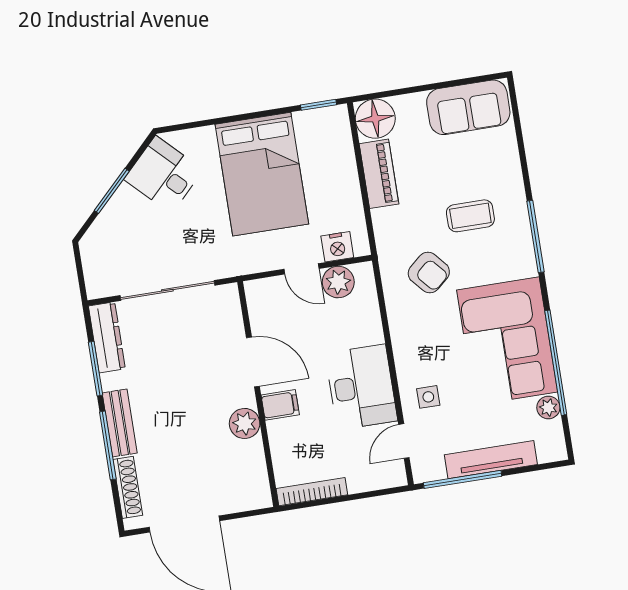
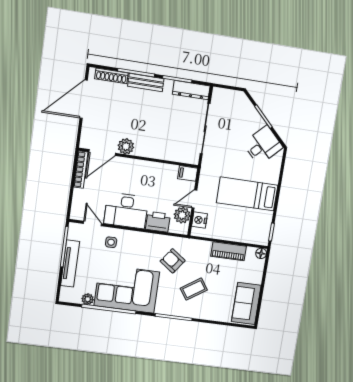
floor lamp: (375, 119) -> (261, 253), width x0.53, depth x0.53
bed: (262, 174) -> (247, 194), width x0.67
coffee table: (470, 216) -> (194, 289), turned 56
armchair: (429, 272) -> (173, 261), turned 77
printer: (364, 323) -> (158, 222), added
door: (253, 362) -> (102, 153), moved
filing cabinet: (280, 405) -> (188, 173), moved, turned 90

